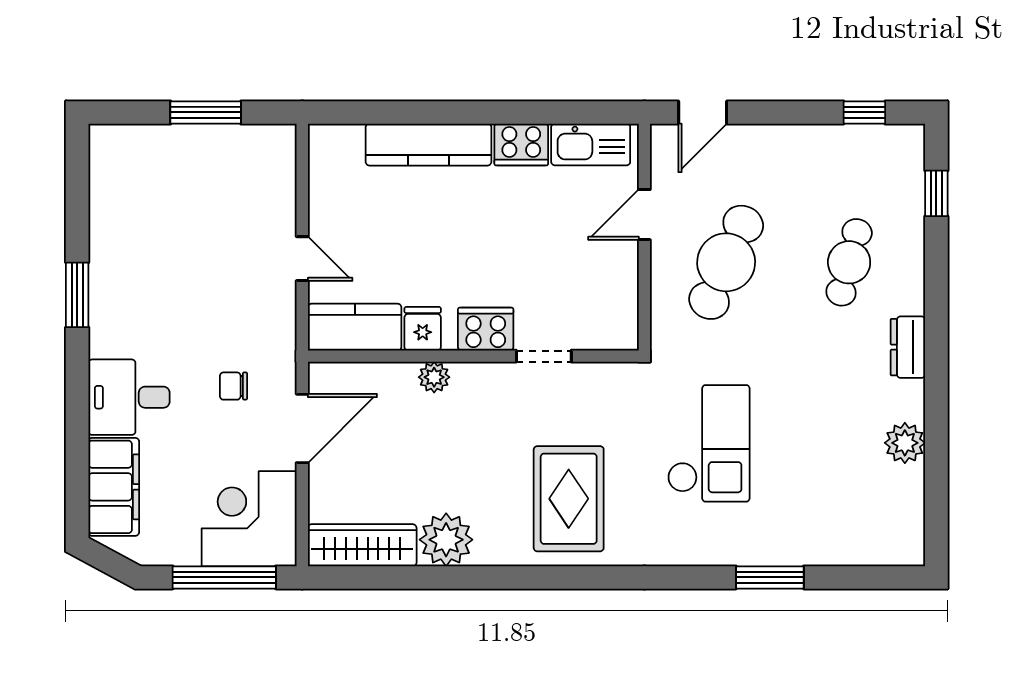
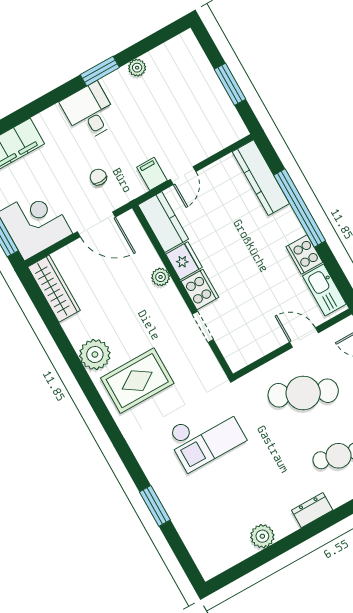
window: (448, 112) -> (300, 208), added
kitchen counter: (428, 145) -> (261, 178), moved
plant: (103, 237) -> (137, 68), added
filing cabinet: (274, 304) -> (152, 174), added
fridge: (423, 329) -> (184, 261), width x1.38
desk: (129, 397) -> (89, 112), moved
plant: (446, 540) -> (95, 354), moved

